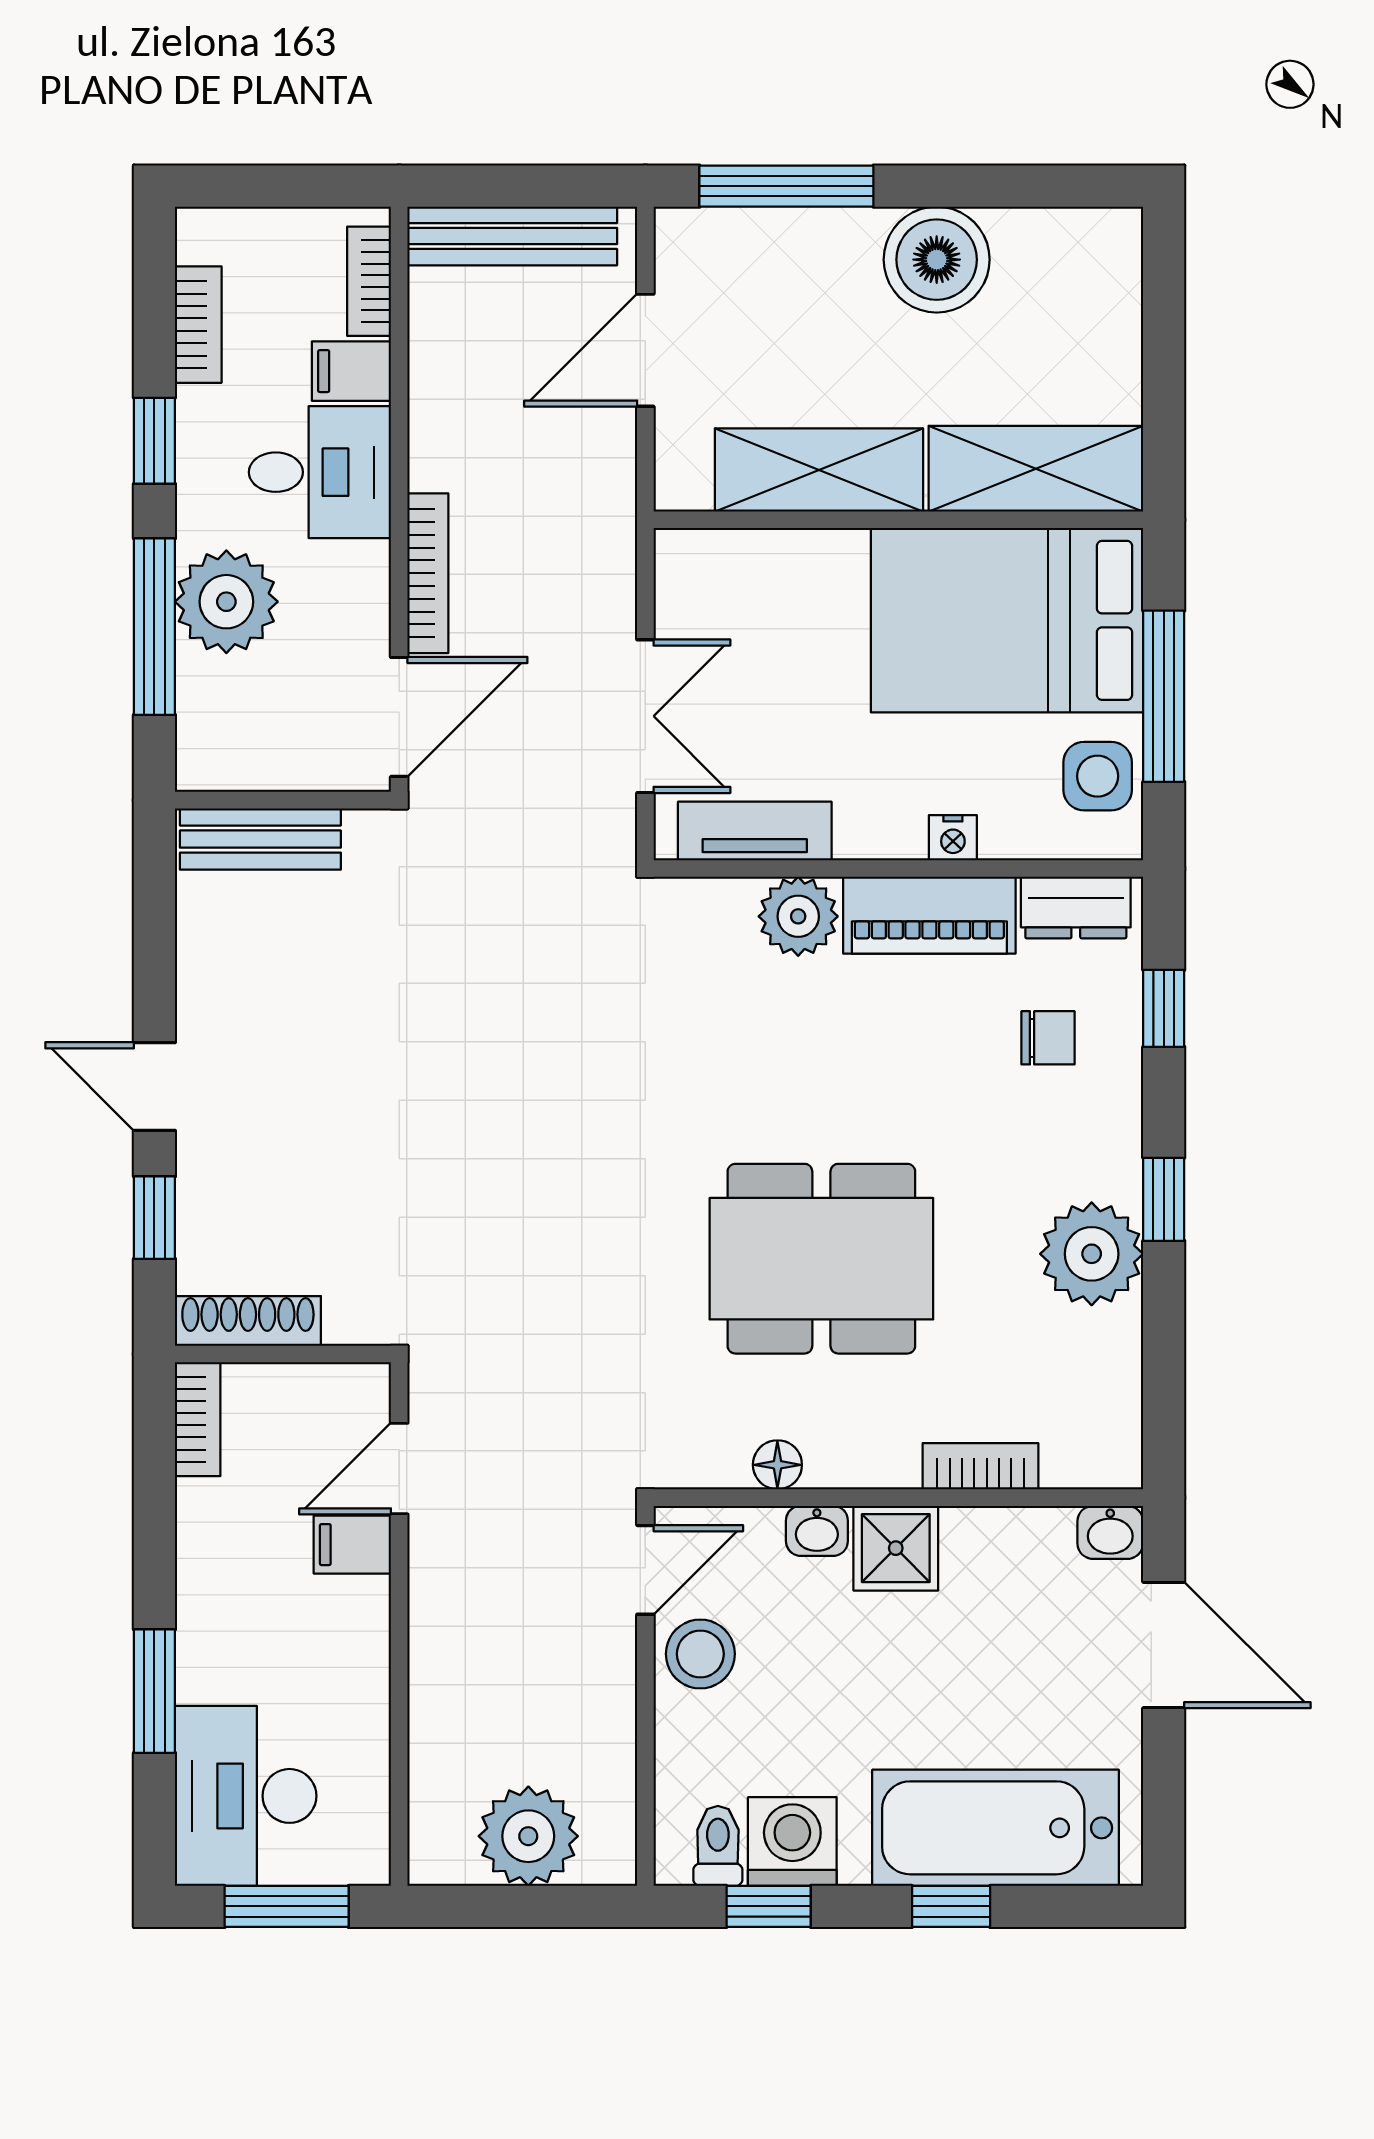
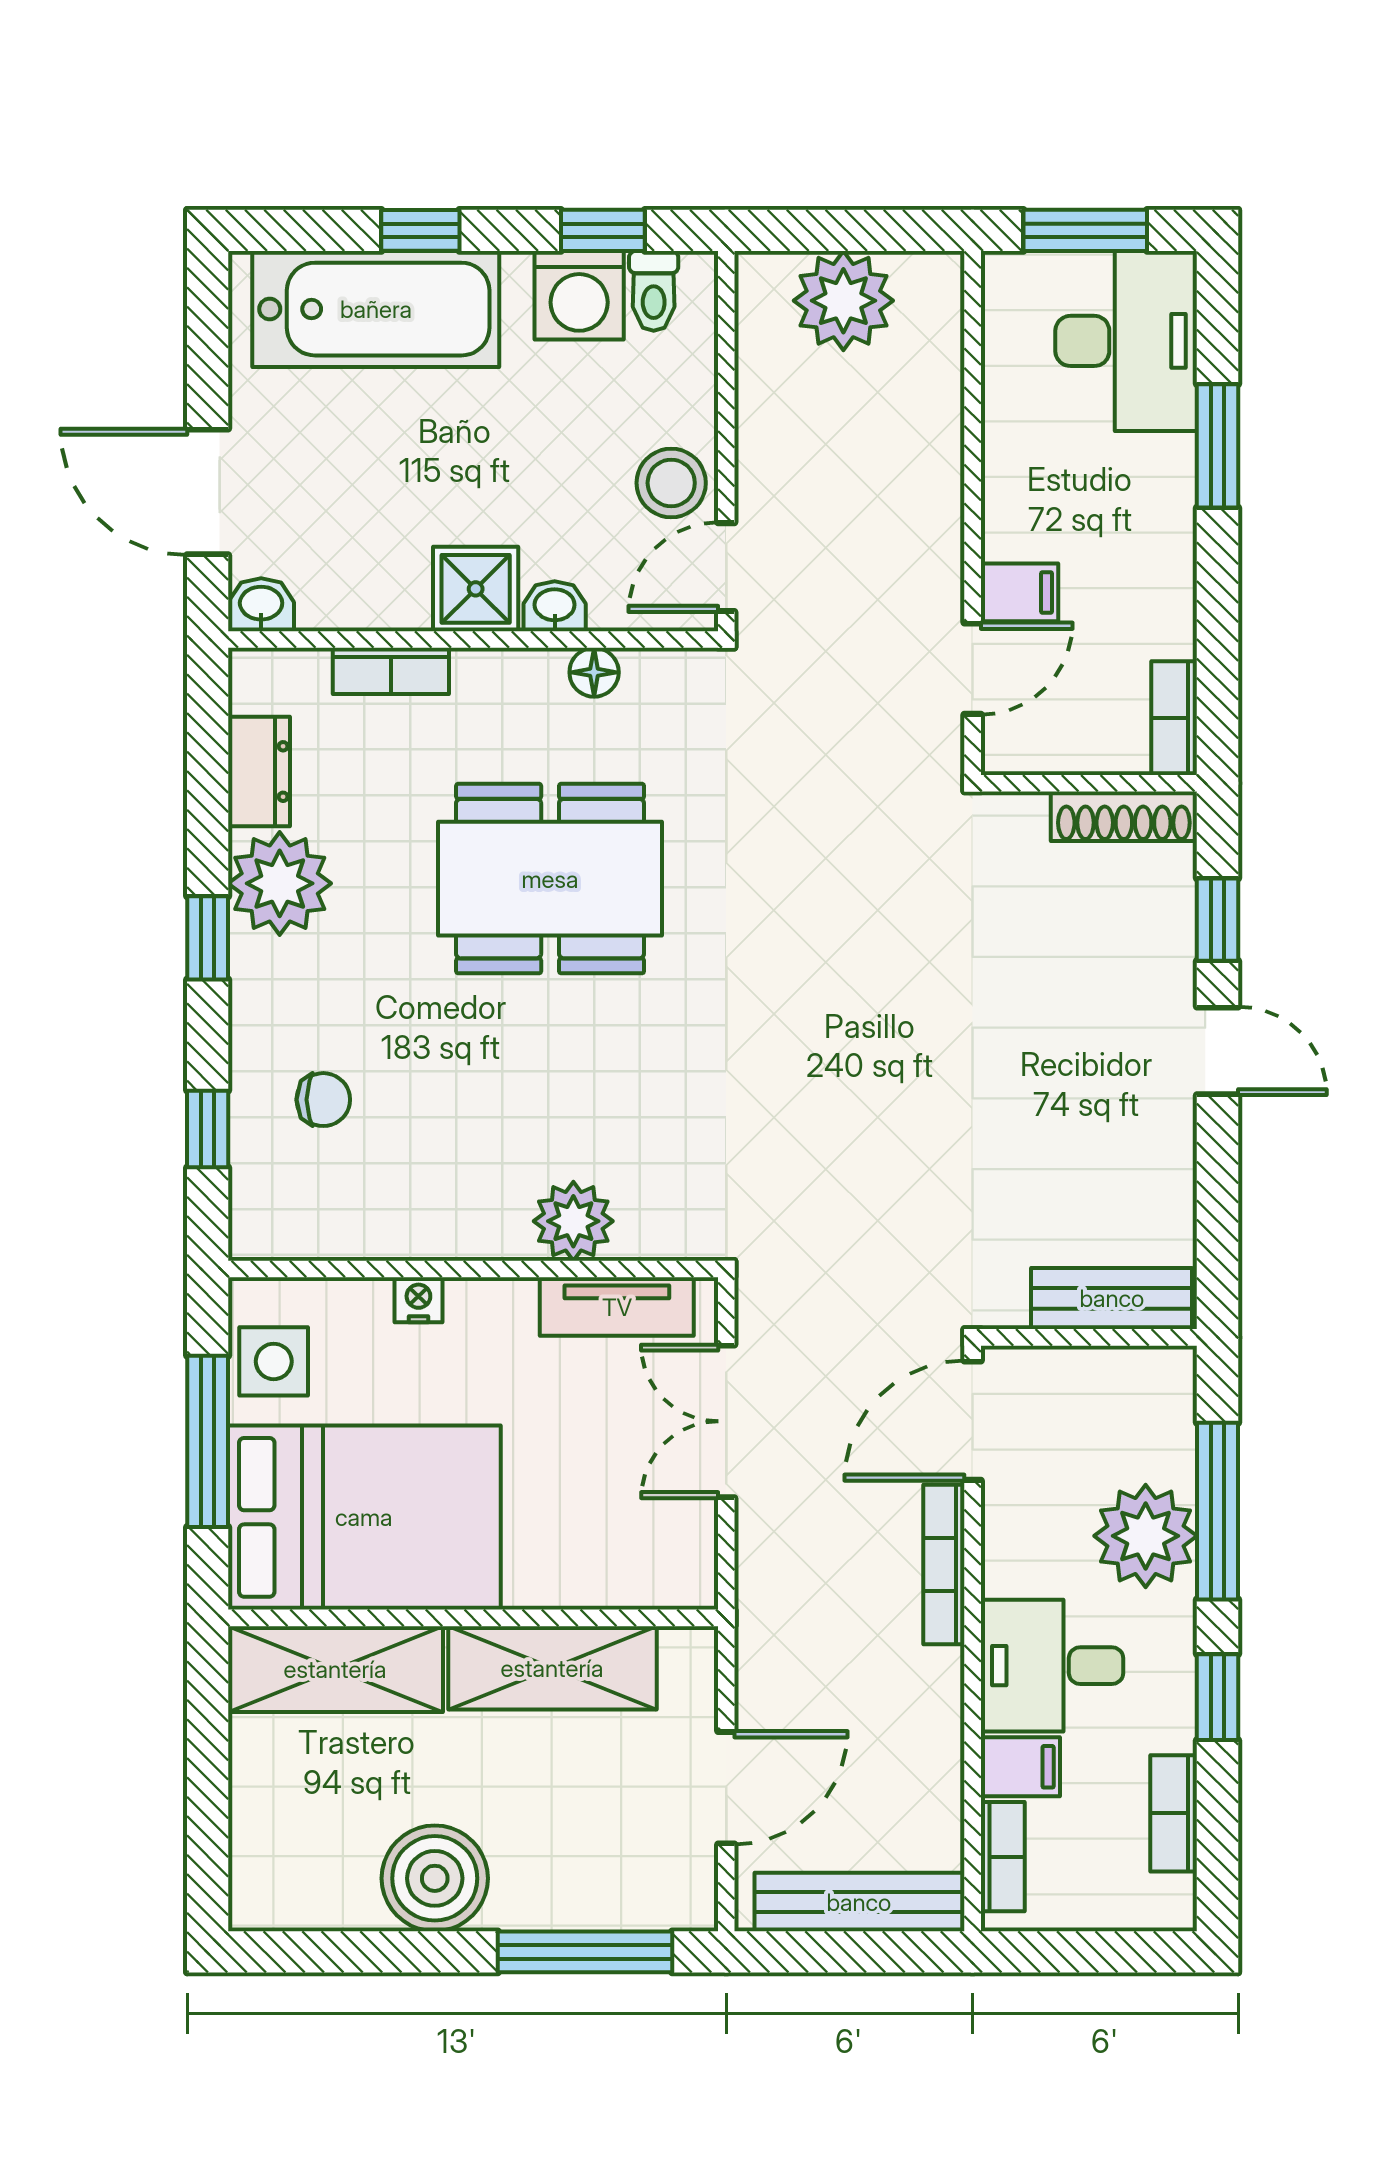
dresser: (1076, 908) -> (259, 772), moved, turned 90
piano: (929, 915) -> (442, 1222), removed
chair: (1048, 1038) -> (323, 1100), turned 180

